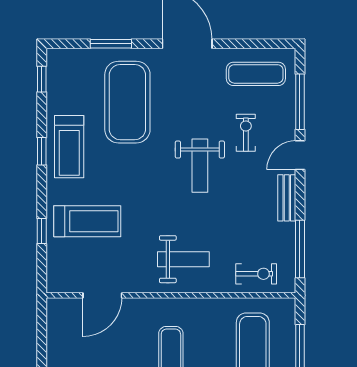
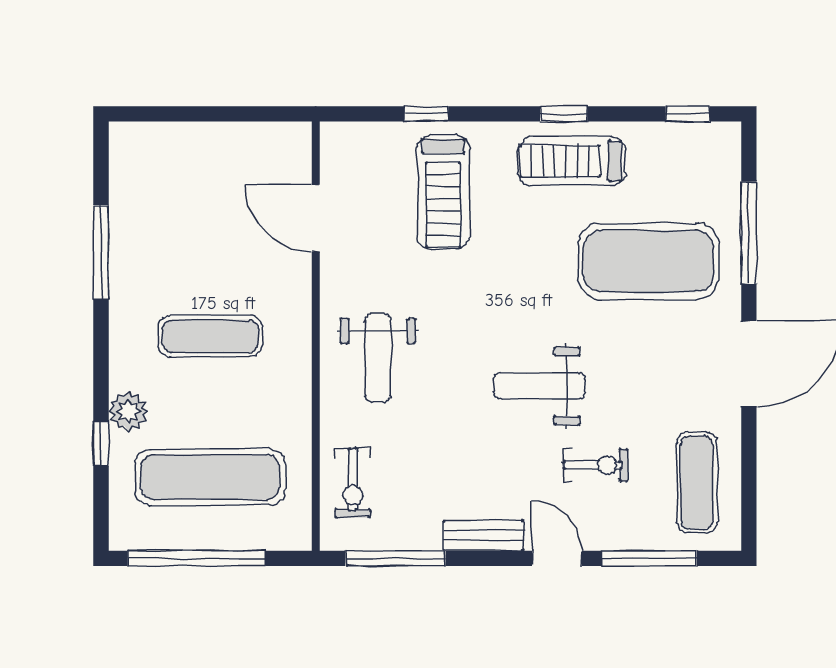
window: (111, 44) -> (749, 233), width x1.44

